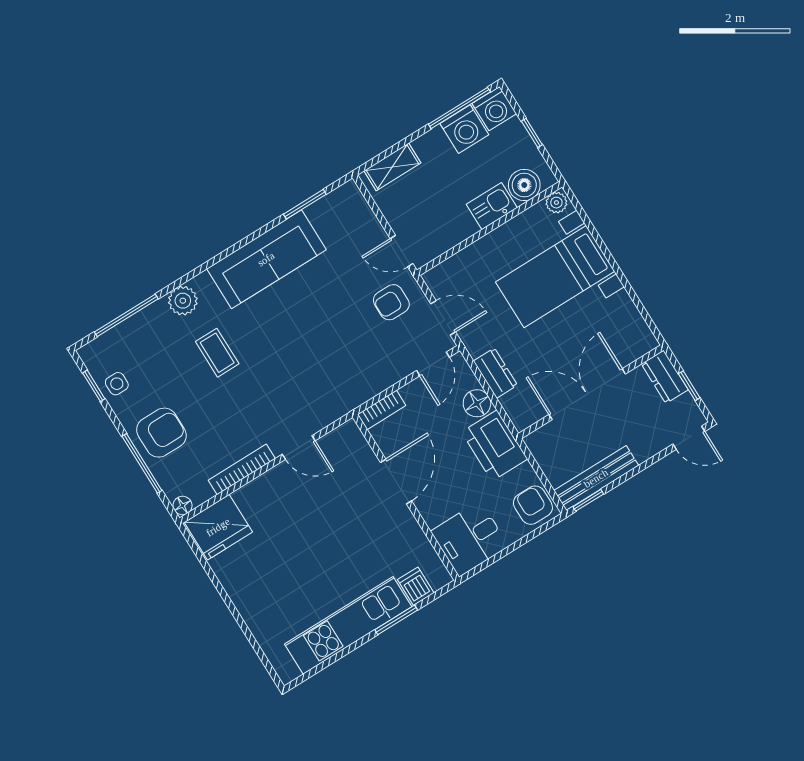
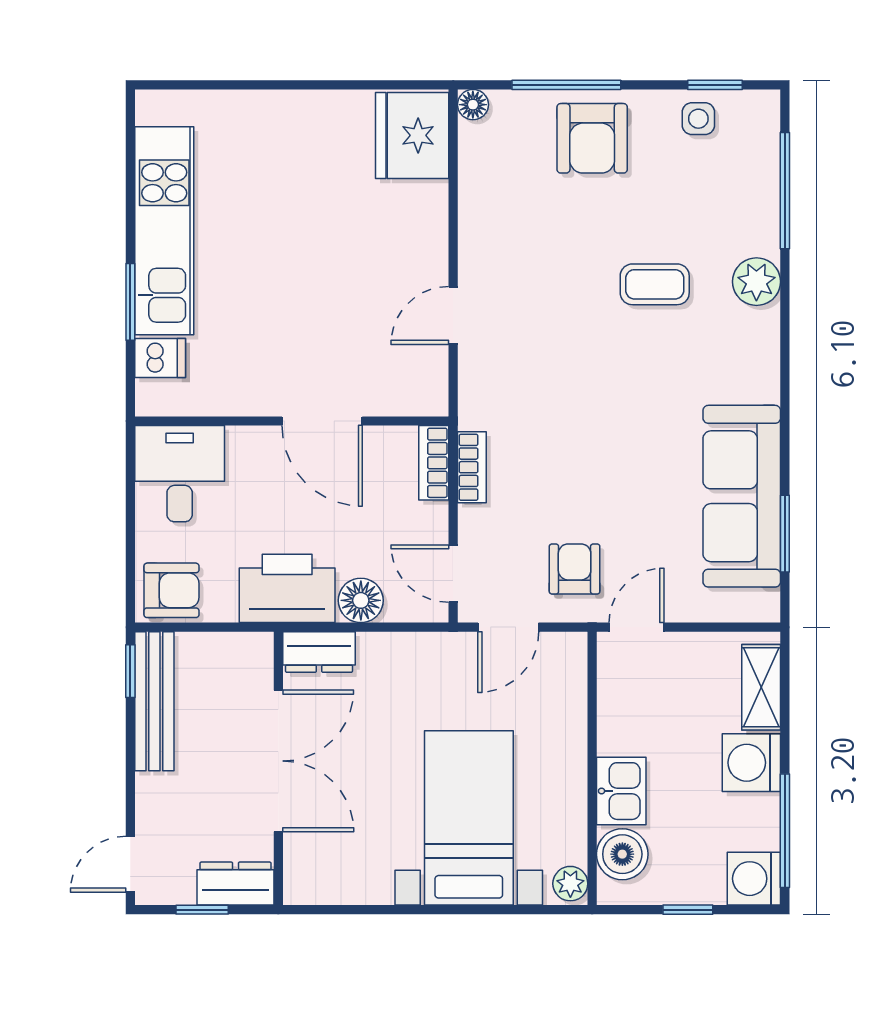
washing machine: (464, 129) -> (751, 763), moved
sofa: (266, 259) -> (742, 496), moved
dresser: (495, 373) -> (319, 652), moved
bookcase: (242, 469) -> (472, 467), moved, width x0.64

